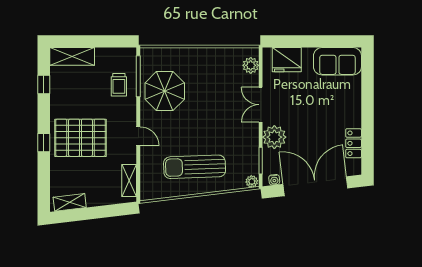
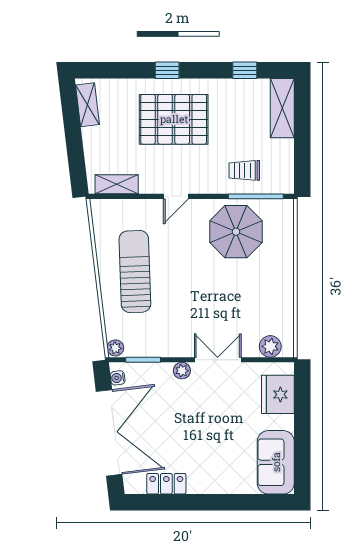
plant: (274, 137) -> (182, 371), width x0.53, depth x0.53
pallet: (80, 138) -> (174, 119), turned 90

